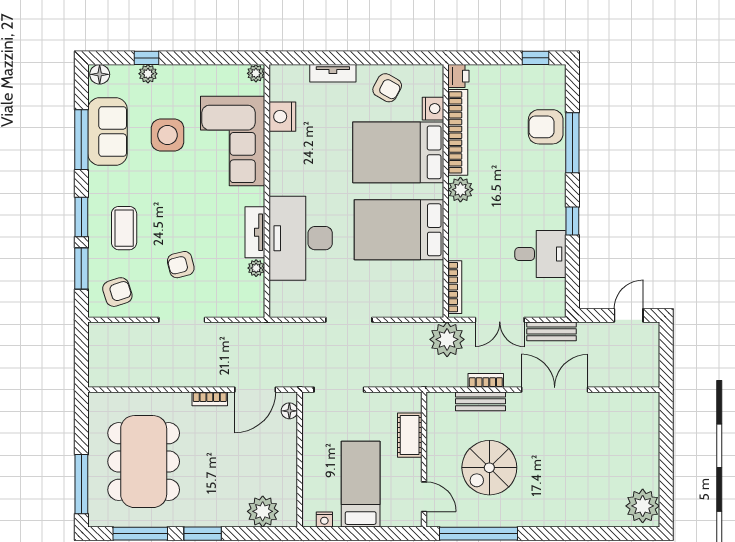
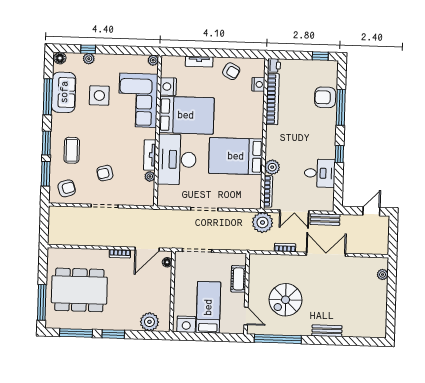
bed: (398, 152) -> (186, 115), moved, turned 180
plant: (460, 190) -> (272, 167), moved
bench: (480, 401) -> (327, 331), moved
dining table: (144, 462) -> (79, 290), turned 90
plant: (643, 506) -> (383, 274), moved, width x0.53, depth x0.53
nightstand: (324, 520) -> (186, 324), width x1.89, depth x1.79

